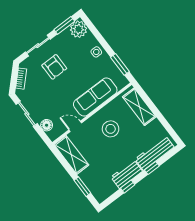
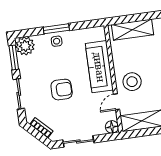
window: (120, 64) -> (56, 29), moved
armchair: (54, 67) -> (62, 90), moved
floor lamp: (47, 125) -> (112, 127), moved
stool: (111, 129) -> (132, 82), moved

